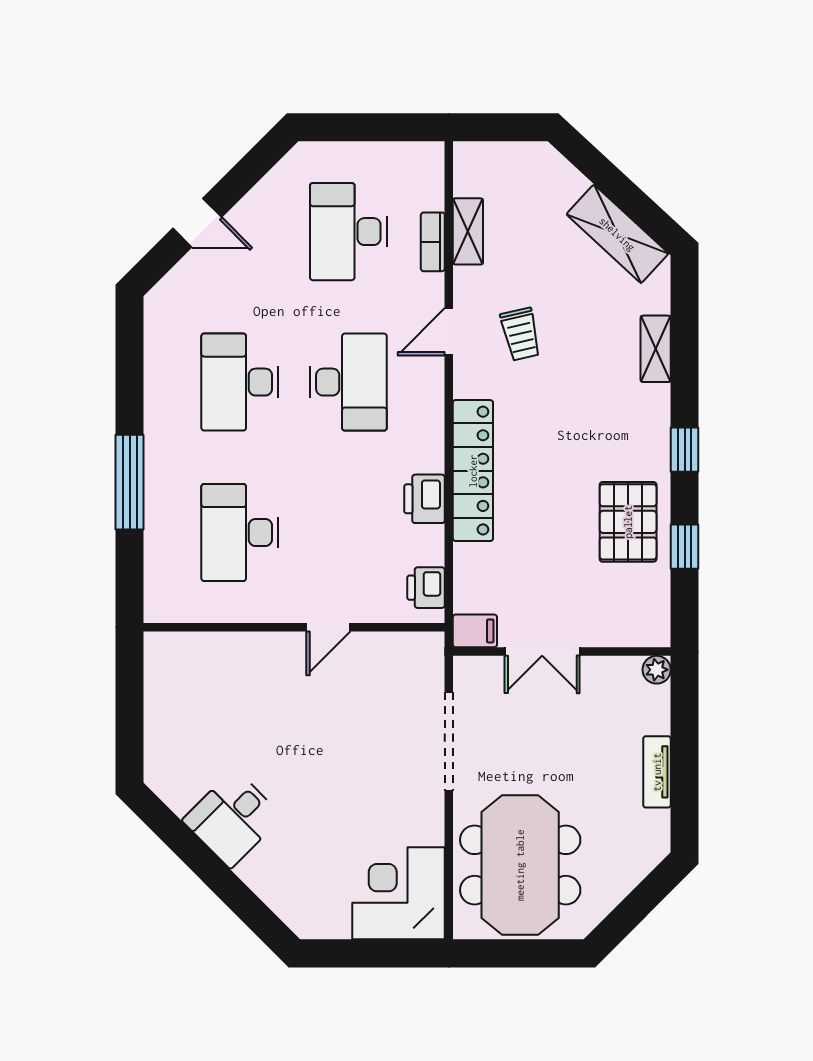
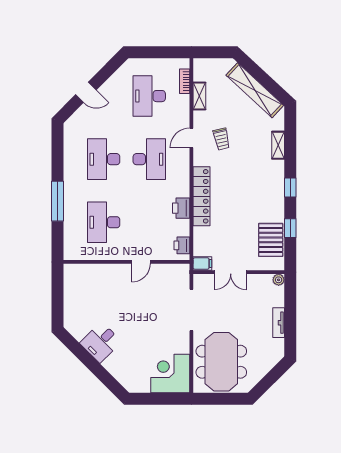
shelving: (617, 234) -> (255, 90), width x1.47
bookcase: (433, 242) -> (185, 81), moved
pallet: (628, 522) -> (271, 240), moved

